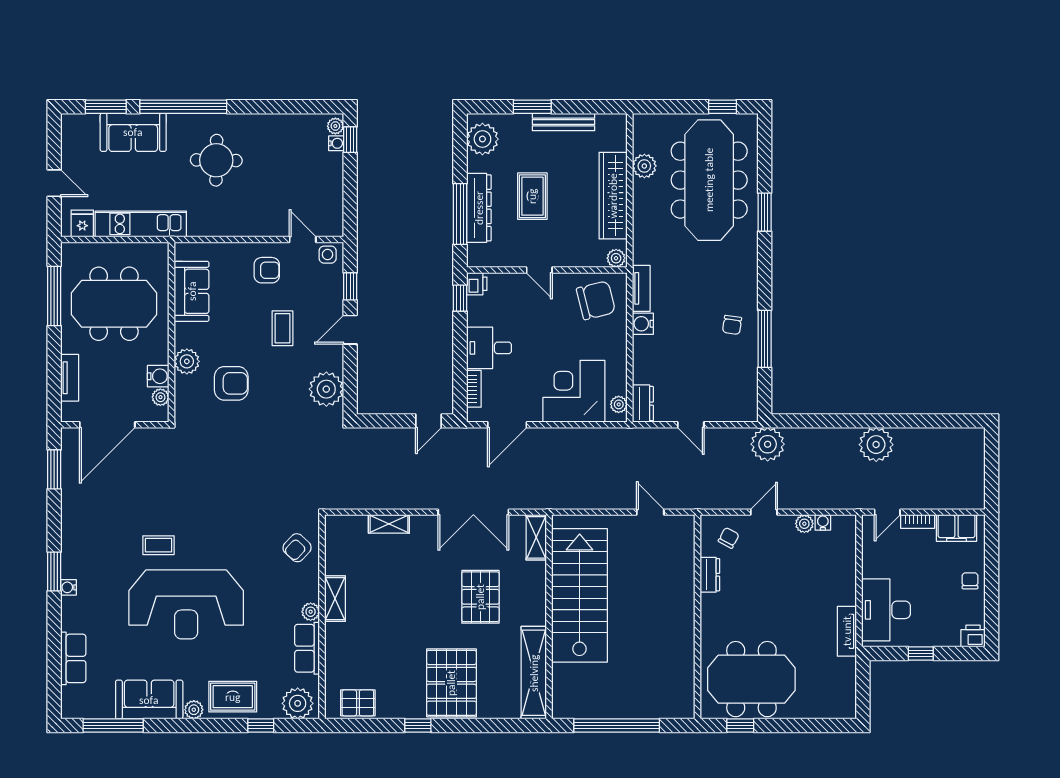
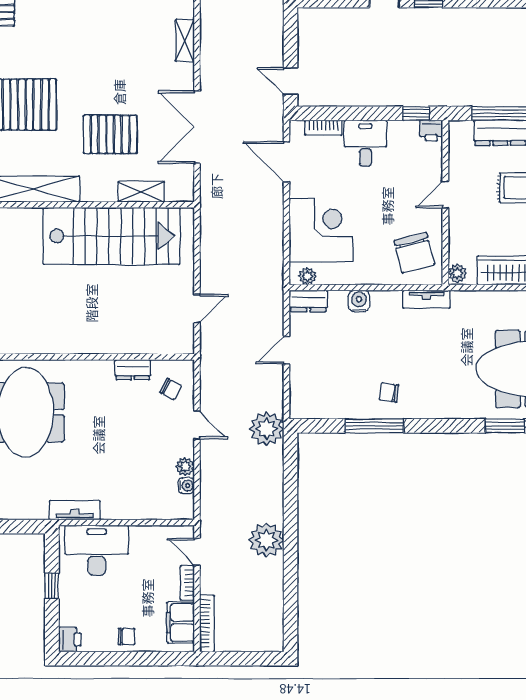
water cooler: (643, 324) -> (359, 301), moved
bookcase: (957, 502) -> (207, 623), added
shelving: (536, 537) -> (141, 192), moved

